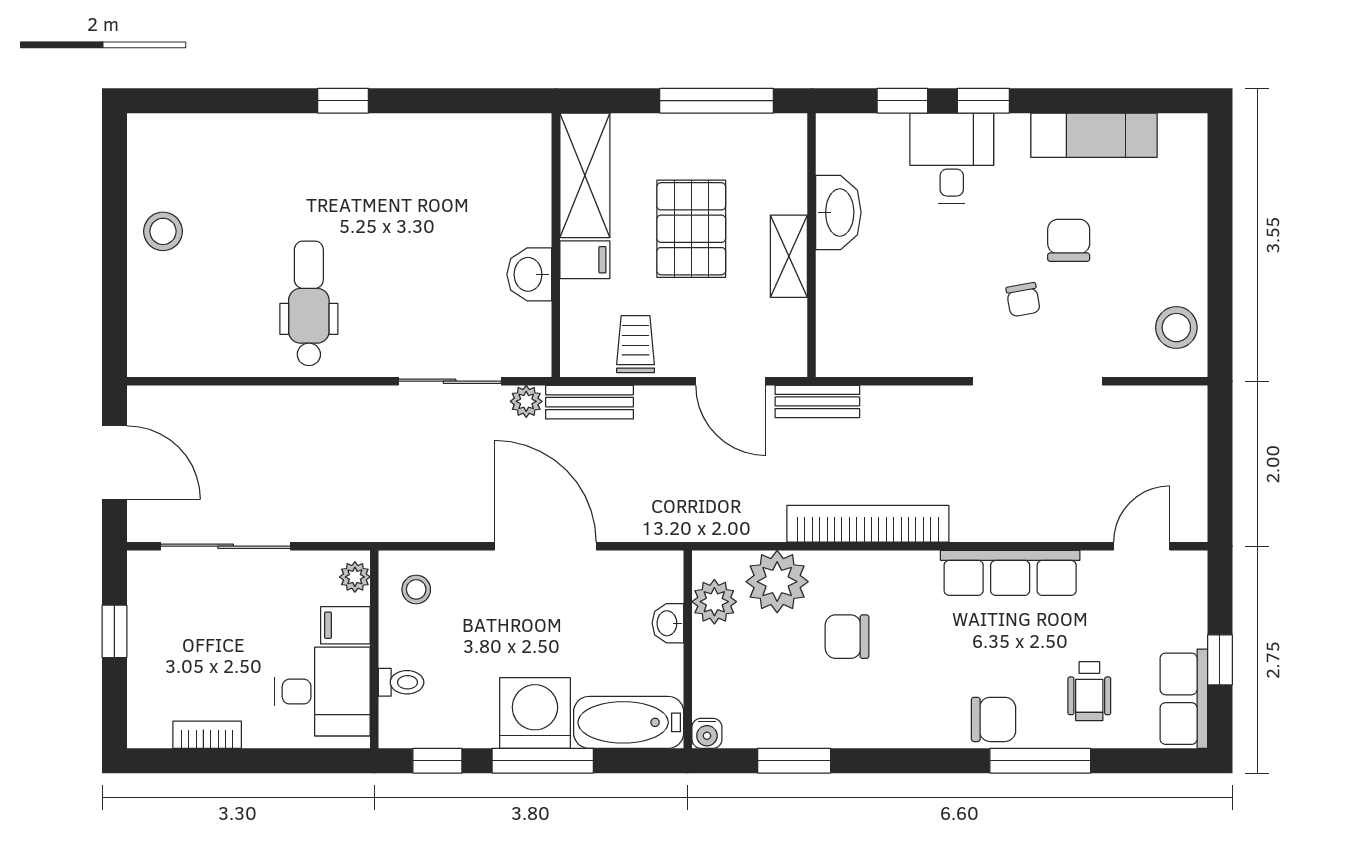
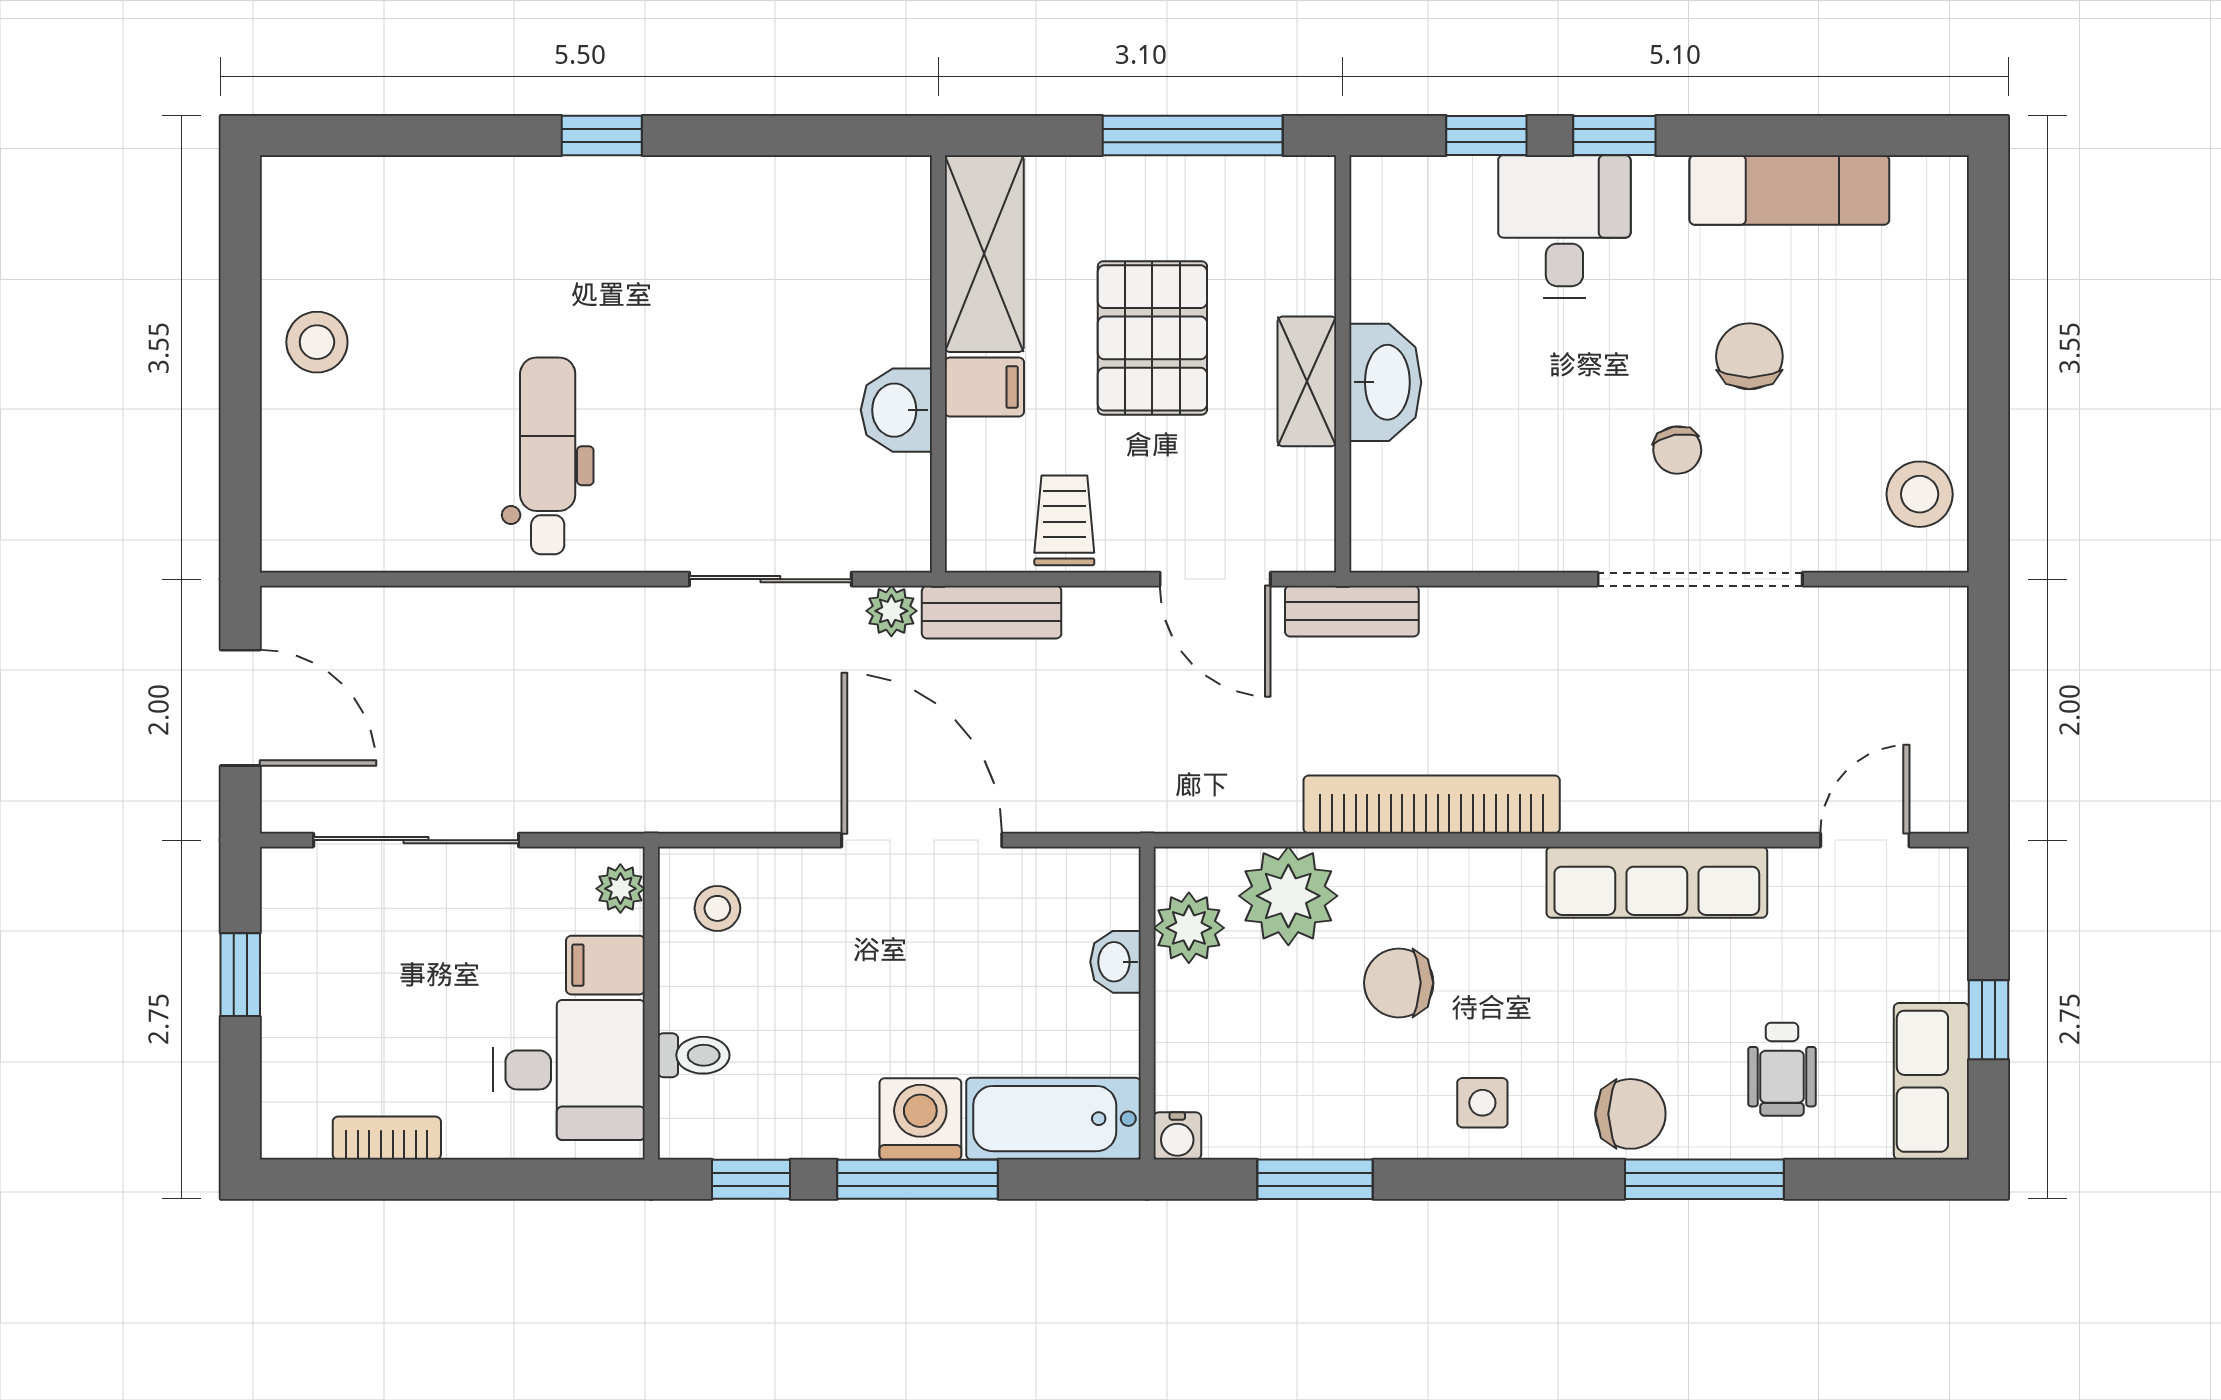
washbasin: (838, 212) -> (1385, 382), moved
side table: (900, 712) -> (1482, 1103), added
washing machine: (535, 713) -> (920, 1119), width x0.73, depth x0.73

